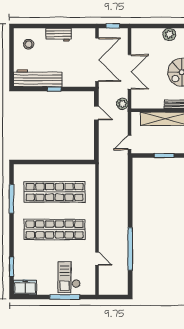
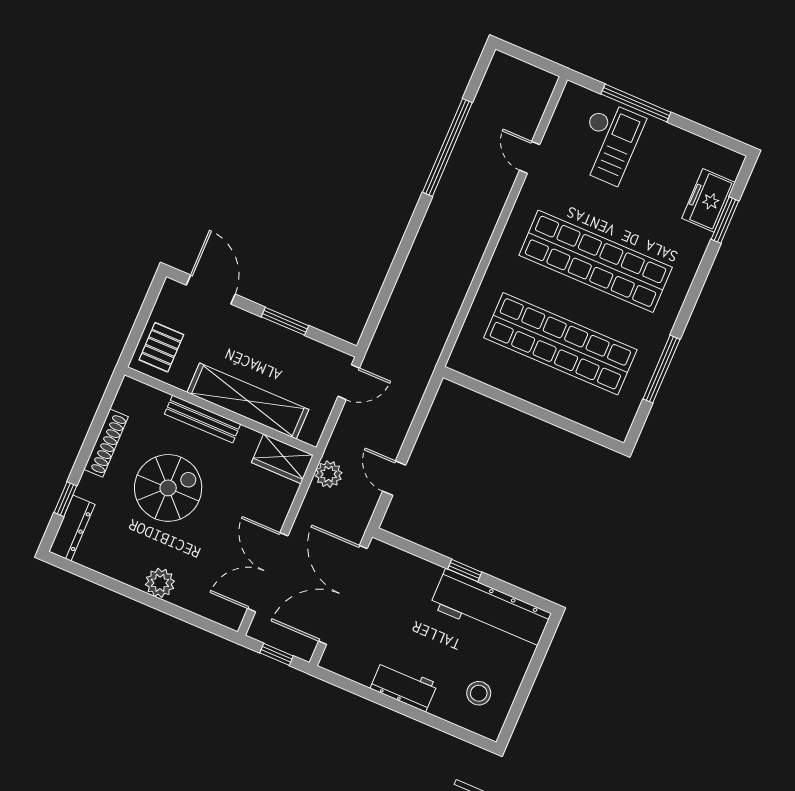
double door: (130, 72) -> (268, 572), moved
wardrobe: (143, 102) -> (282, 459), added
freezer: (25, 287) -> (708, 200), moved, turned 90

